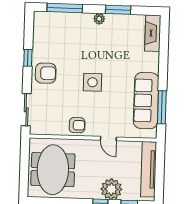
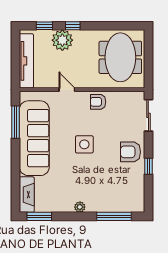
window: (118, 10) -> (39, 216), moved
sofa: (146, 101) -> (34, 138), width x1.36, depth x1.27

